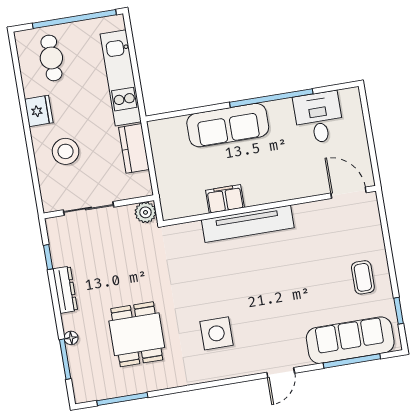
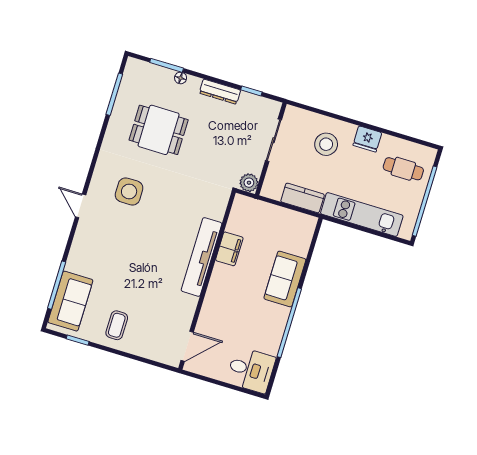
desk: (319, 118) -> (251, 370), moved
sofa: (228, 125) -> (285, 279), width x0.73
coffee table: (363, 277) -> (117, 325), turned 90
sofa: (350, 340) -> (70, 301), width x0.73
door: (281, 373) -> (81, 206), moved

